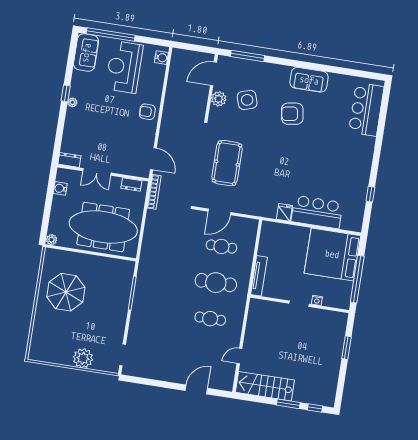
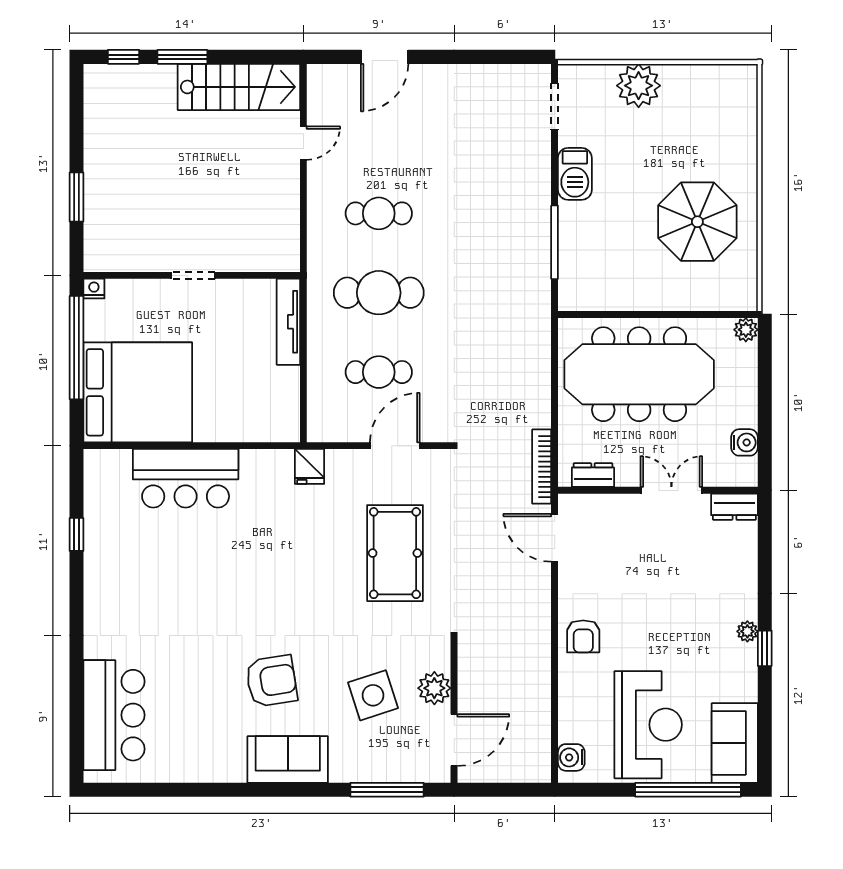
sofa: (309, 80) -> (288, 760), moved
armchair: (147, 112) -> (583, 636), turned 90
fridge: (284, 212) -> (309, 466), moved
nightstand: (317, 300) -> (94, 289), moved
barbecue: (118, 323) -> (575, 174), added

